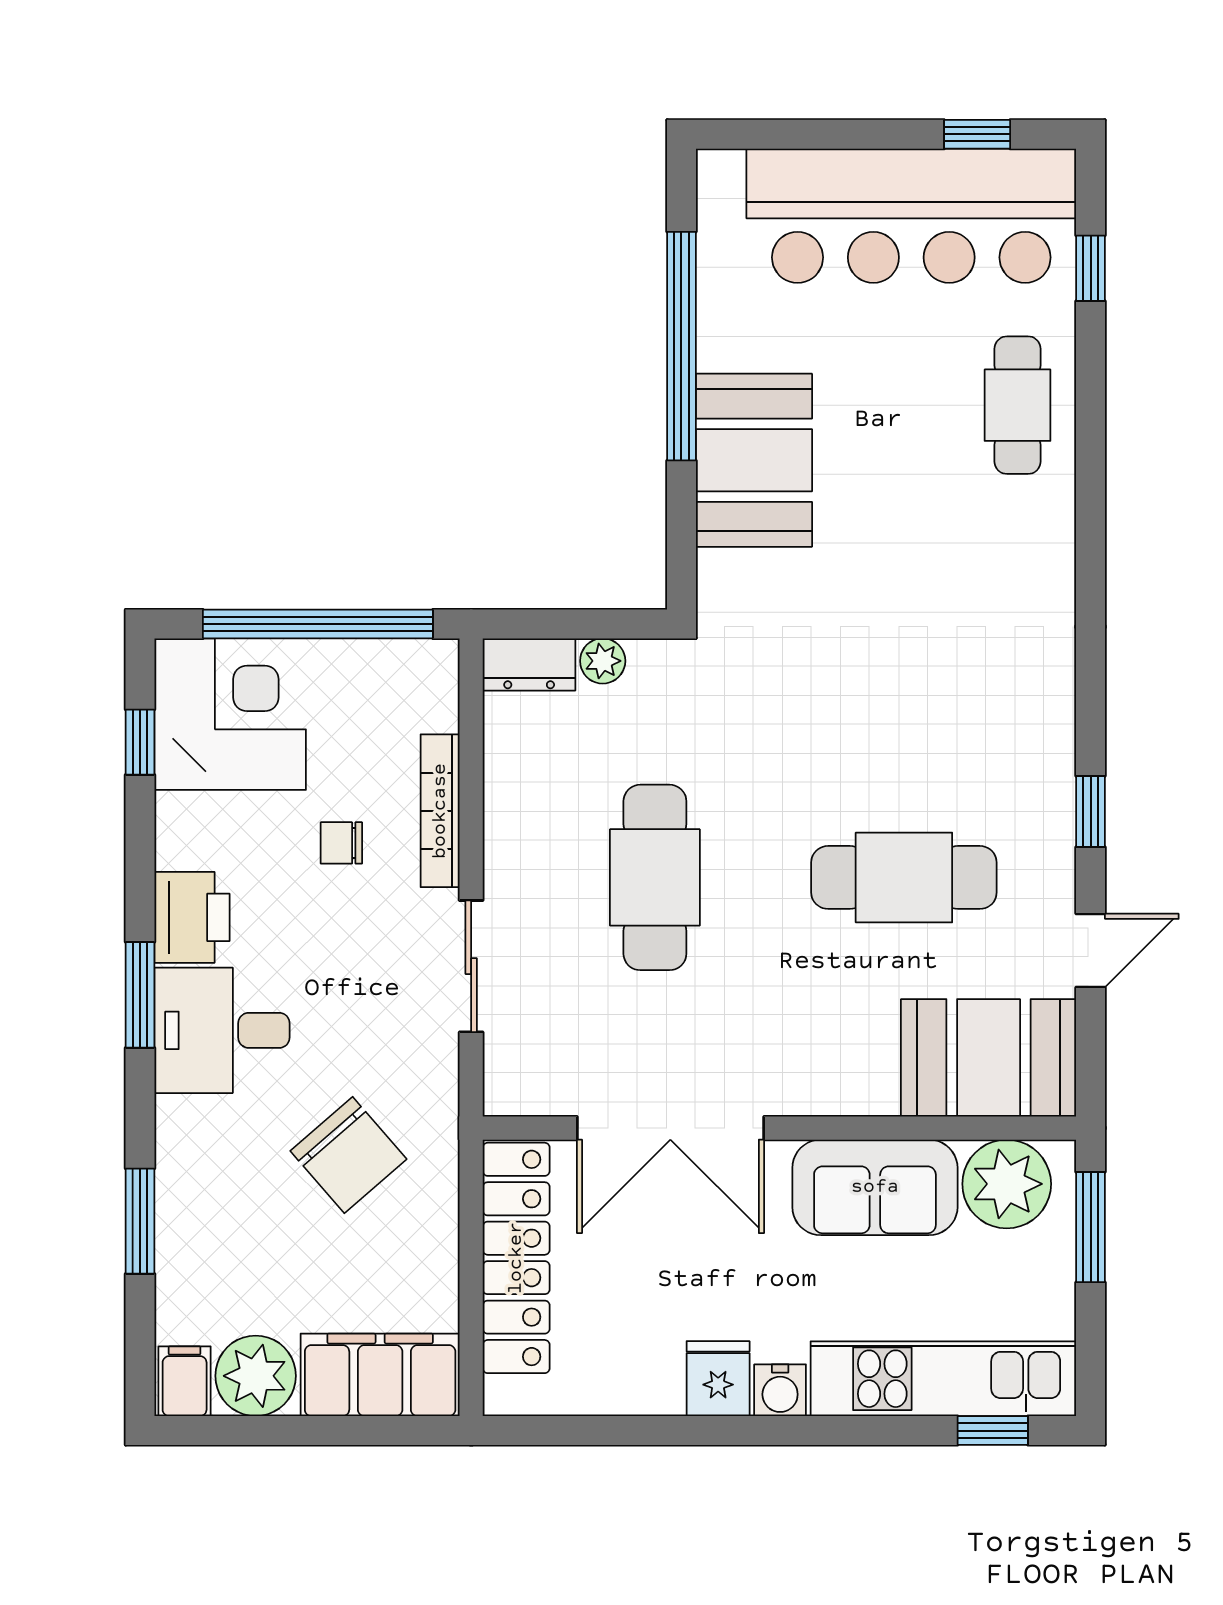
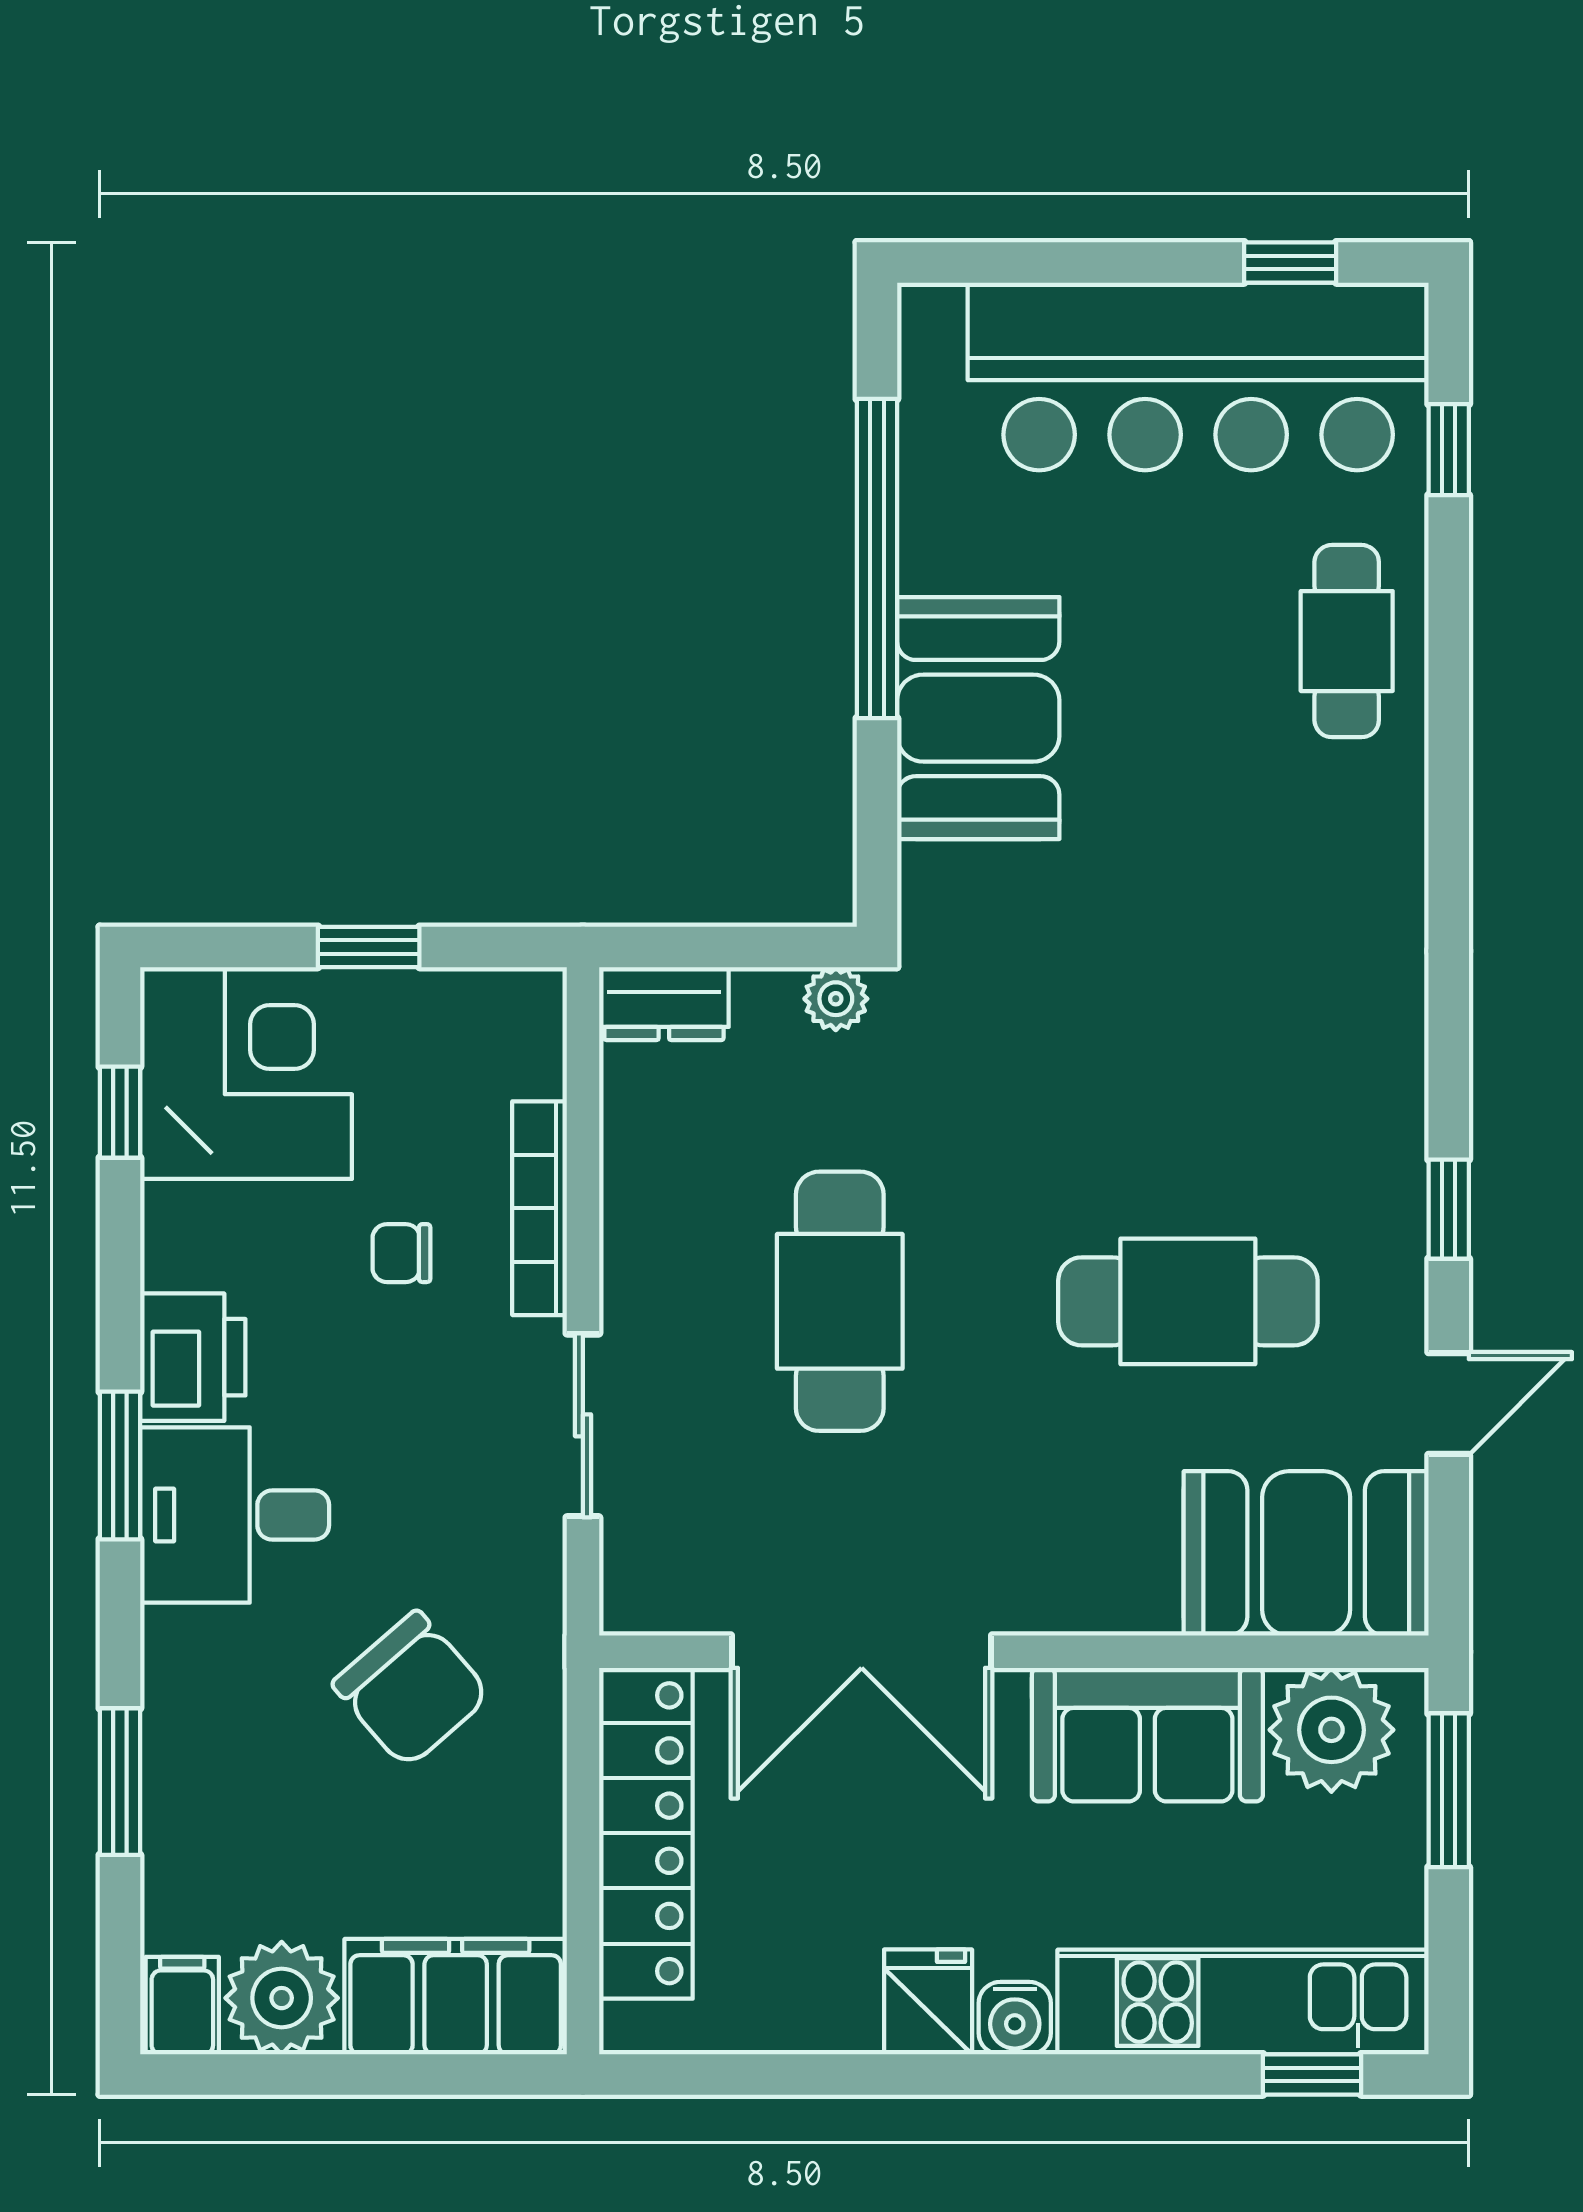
window: (318, 624) -> (369, 947), width x0.32
plant: (603, 661) -> (836, 999), moved

